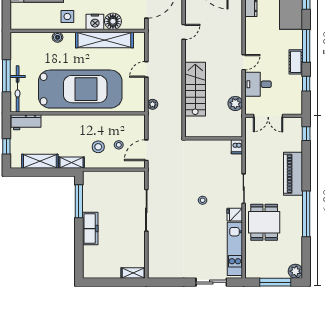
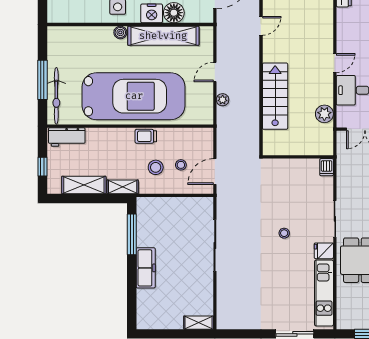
boiler: (58, 37) -> (120, 32), moved
plant: (153, 104) -> (223, 100), moved
trolley: (90, 122) -> (146, 136), added

